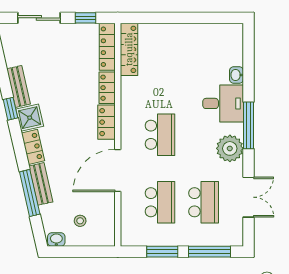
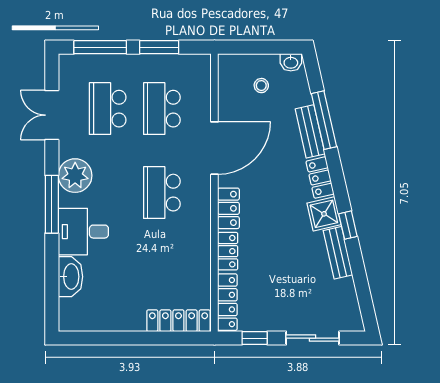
locker: (129, 49) -> (178, 321), moved, turned 90
washbasin: (236, 75) -> (71, 277), width x1.91, depth x1.45

